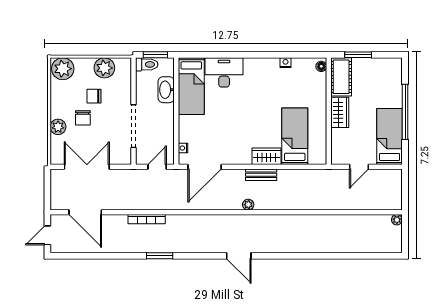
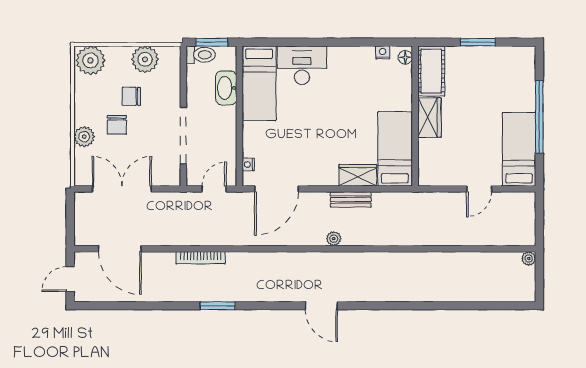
floor lamp: (321, 66) -> (405, 57), moved
cot: (341, 77) -> (431, 71), moved
wall: (329, 111) -> (415, 116), moved
wardrobe: (340, 112) -> (429, 118), moved

